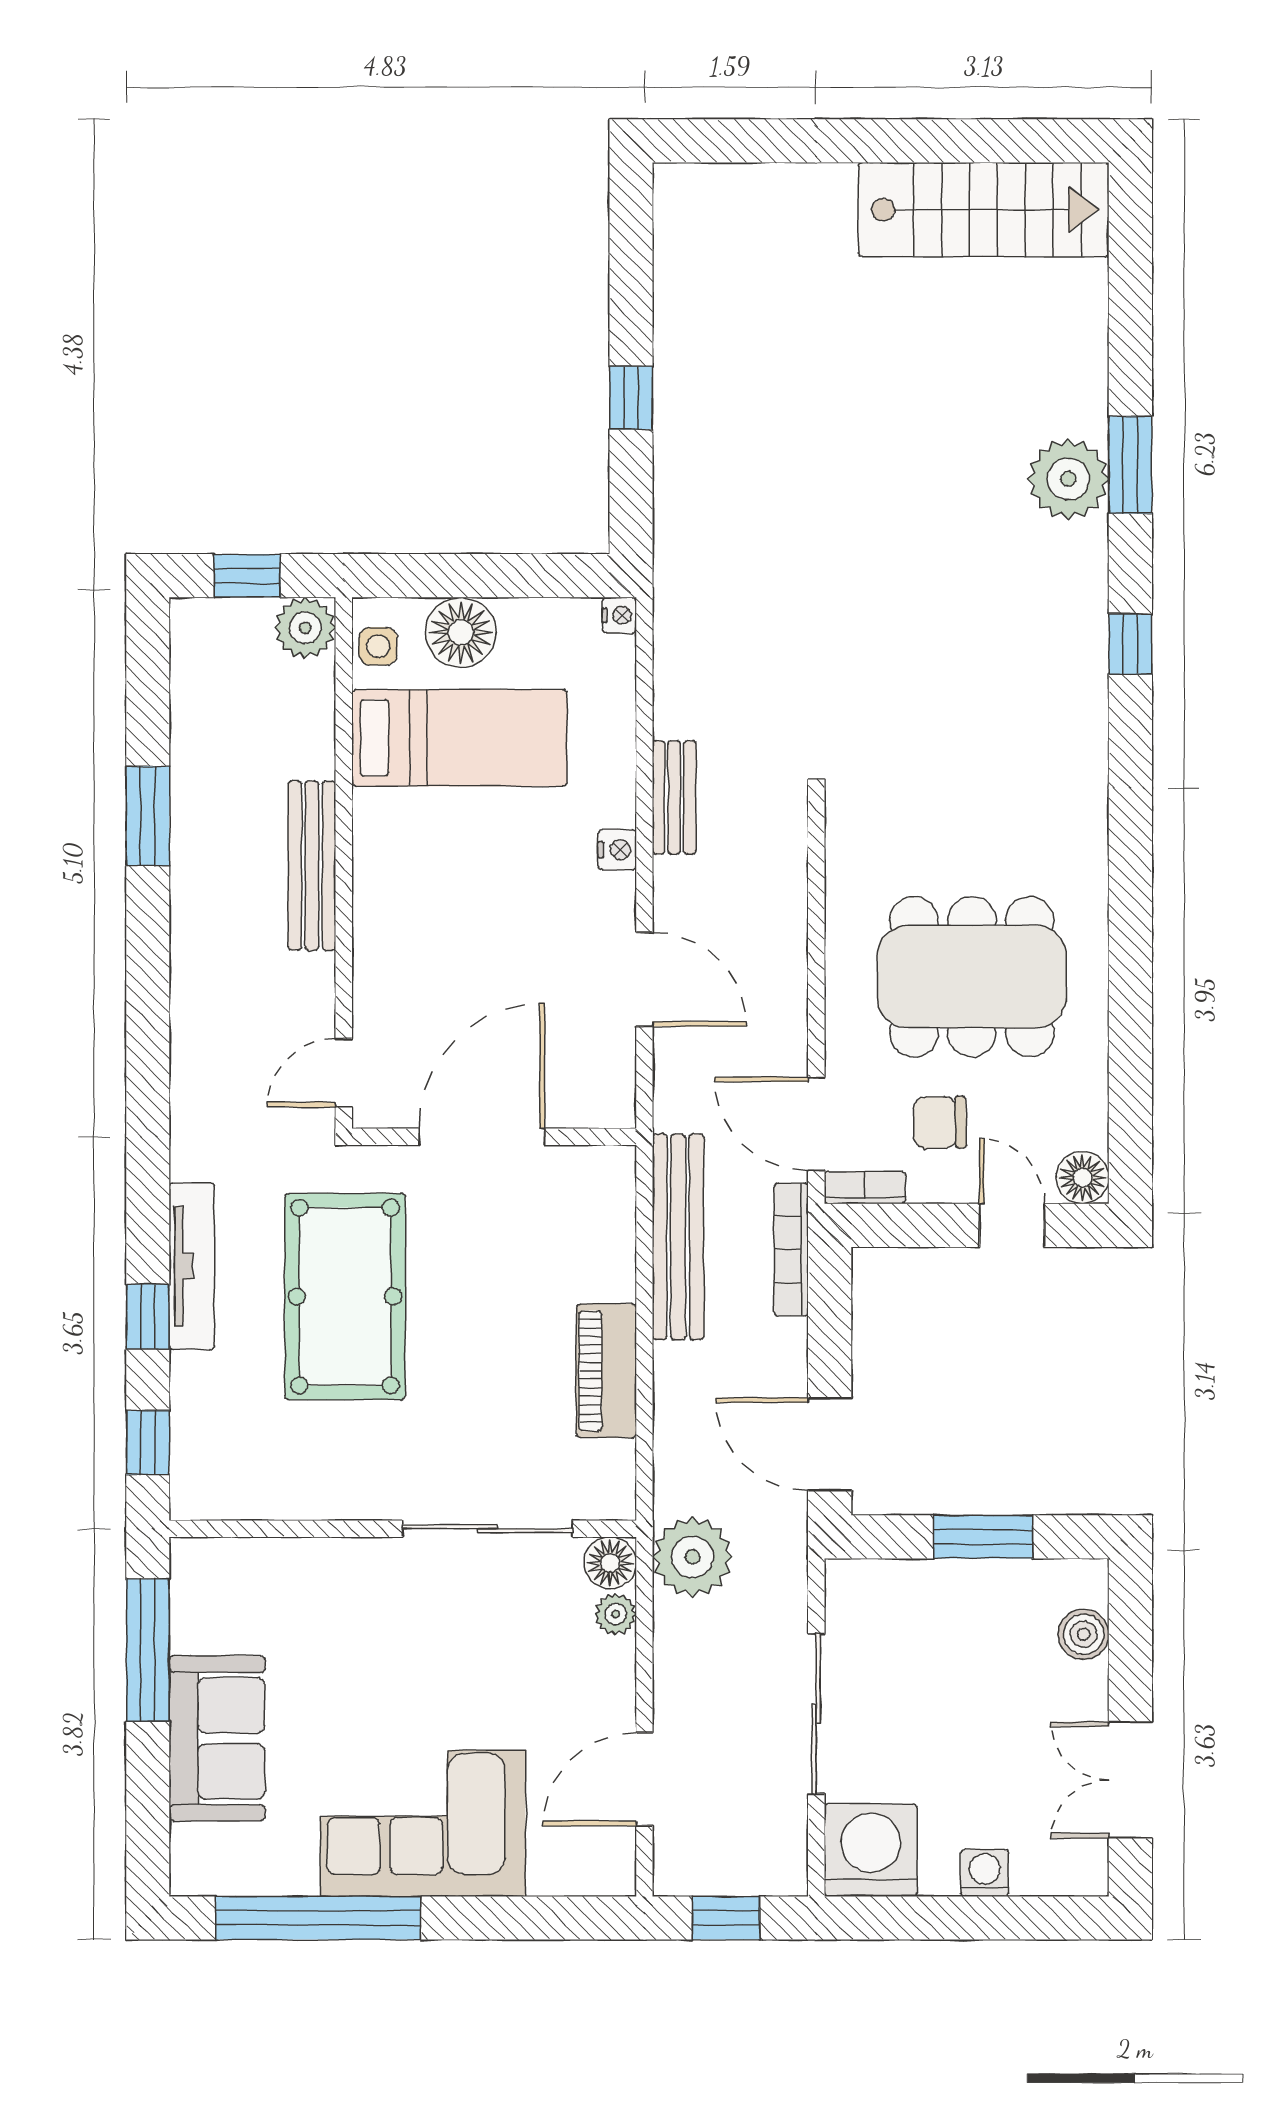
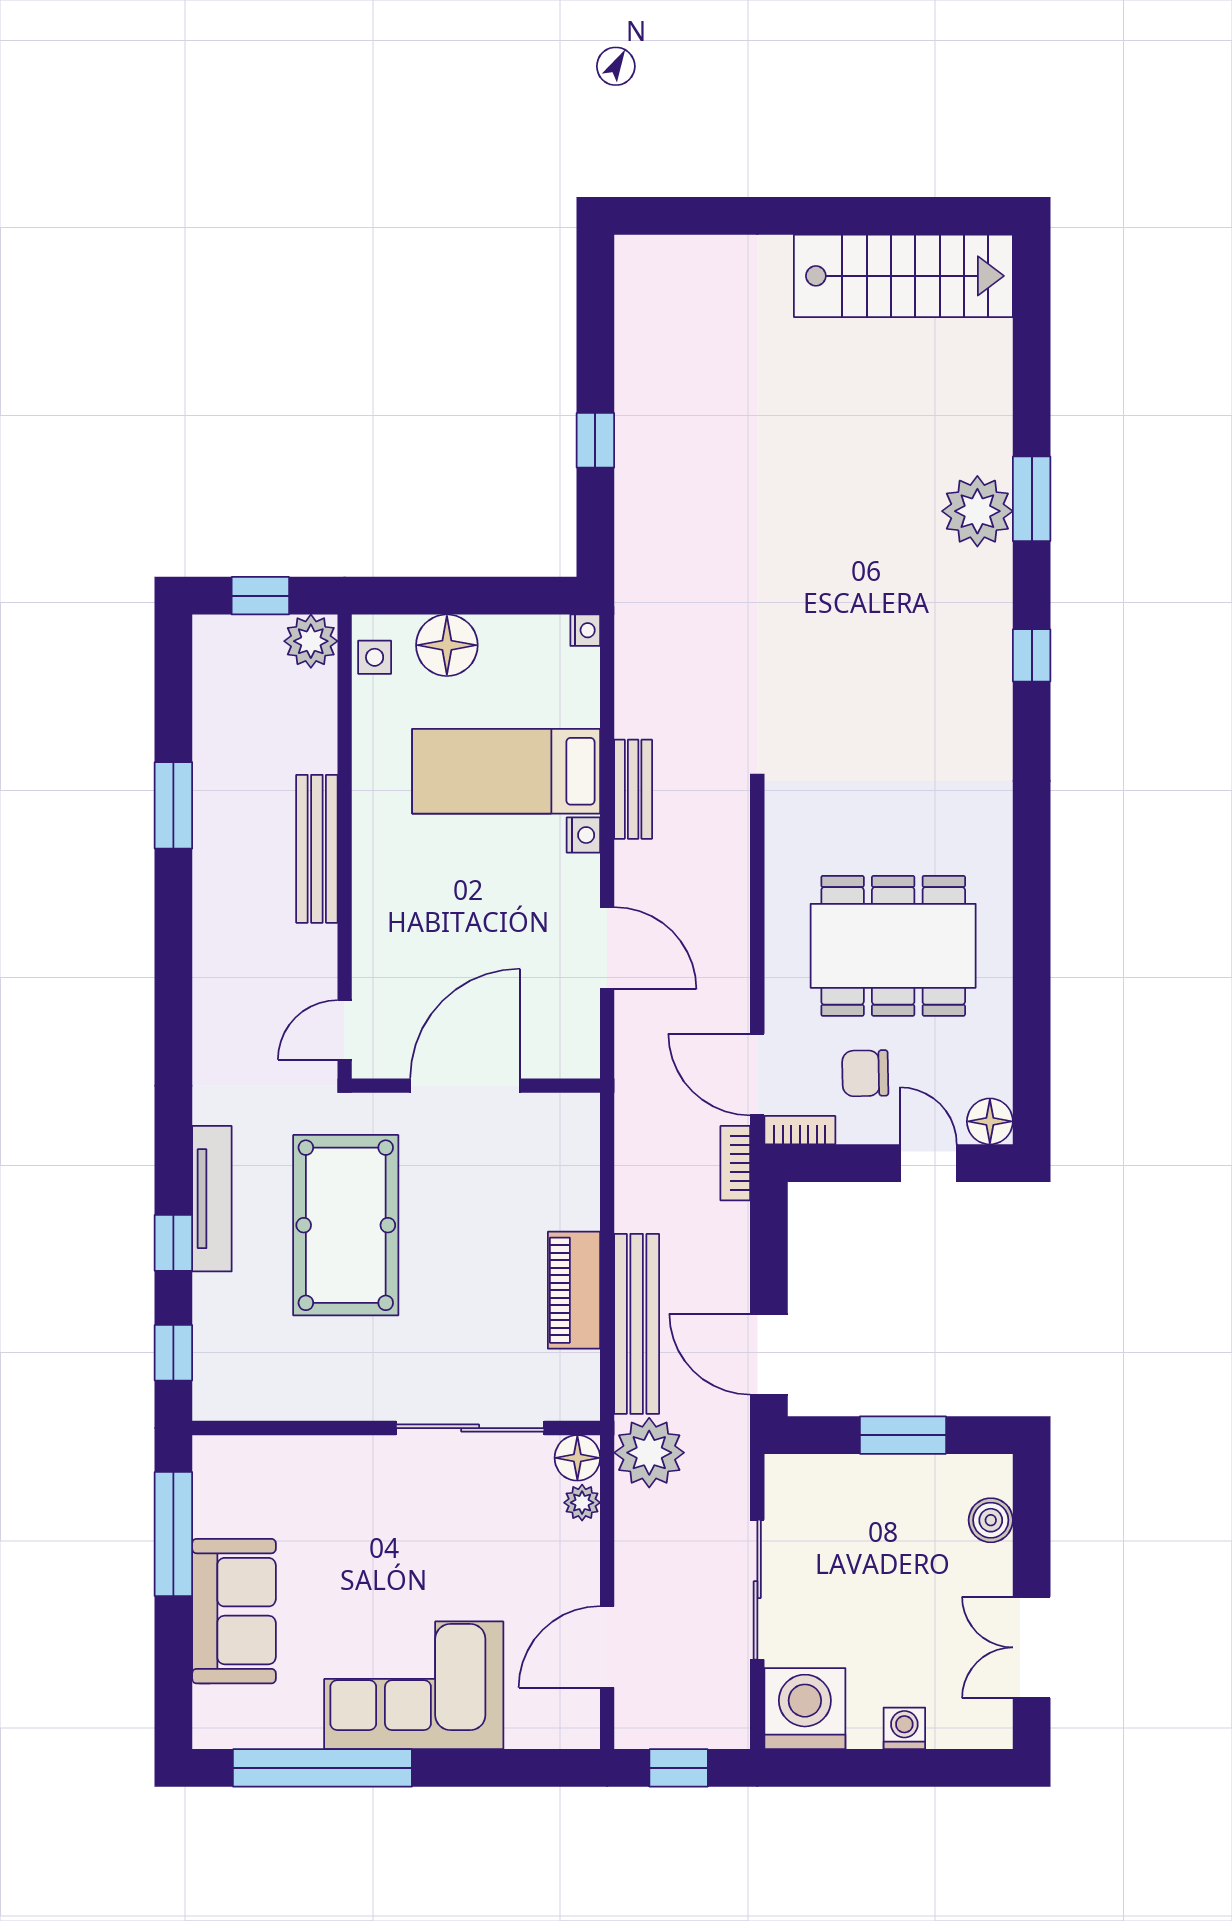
bed: (459, 738) -> (506, 771), moved, turned 180
bench: (678, 1237) -> (637, 1324), moved
bookcase: (791, 1249) -> (735, 1163), width x0.64

